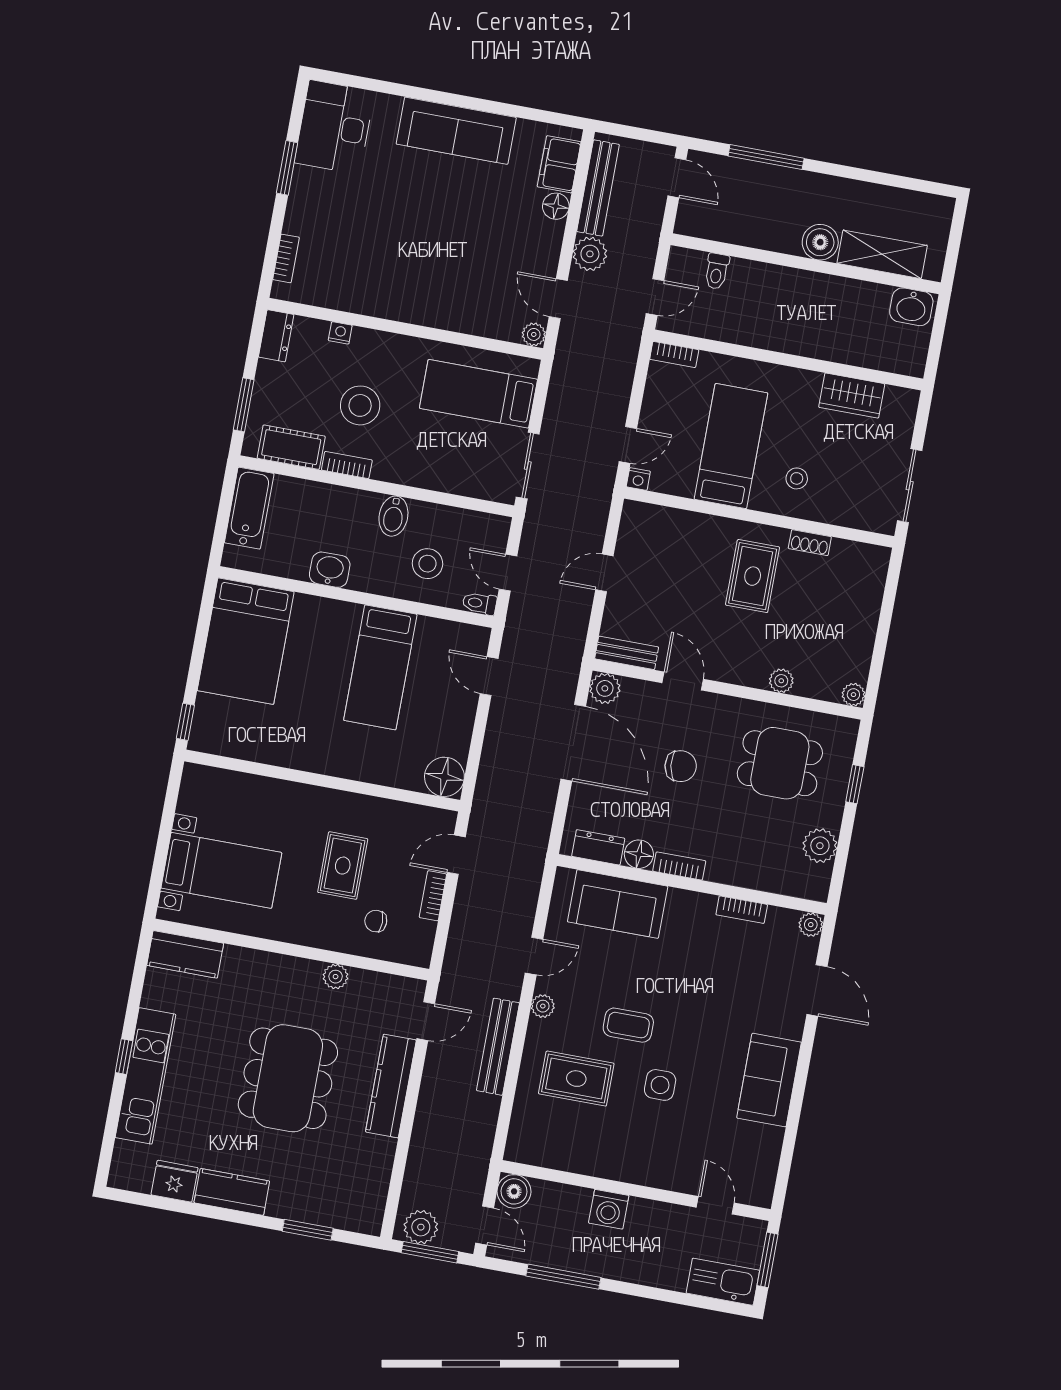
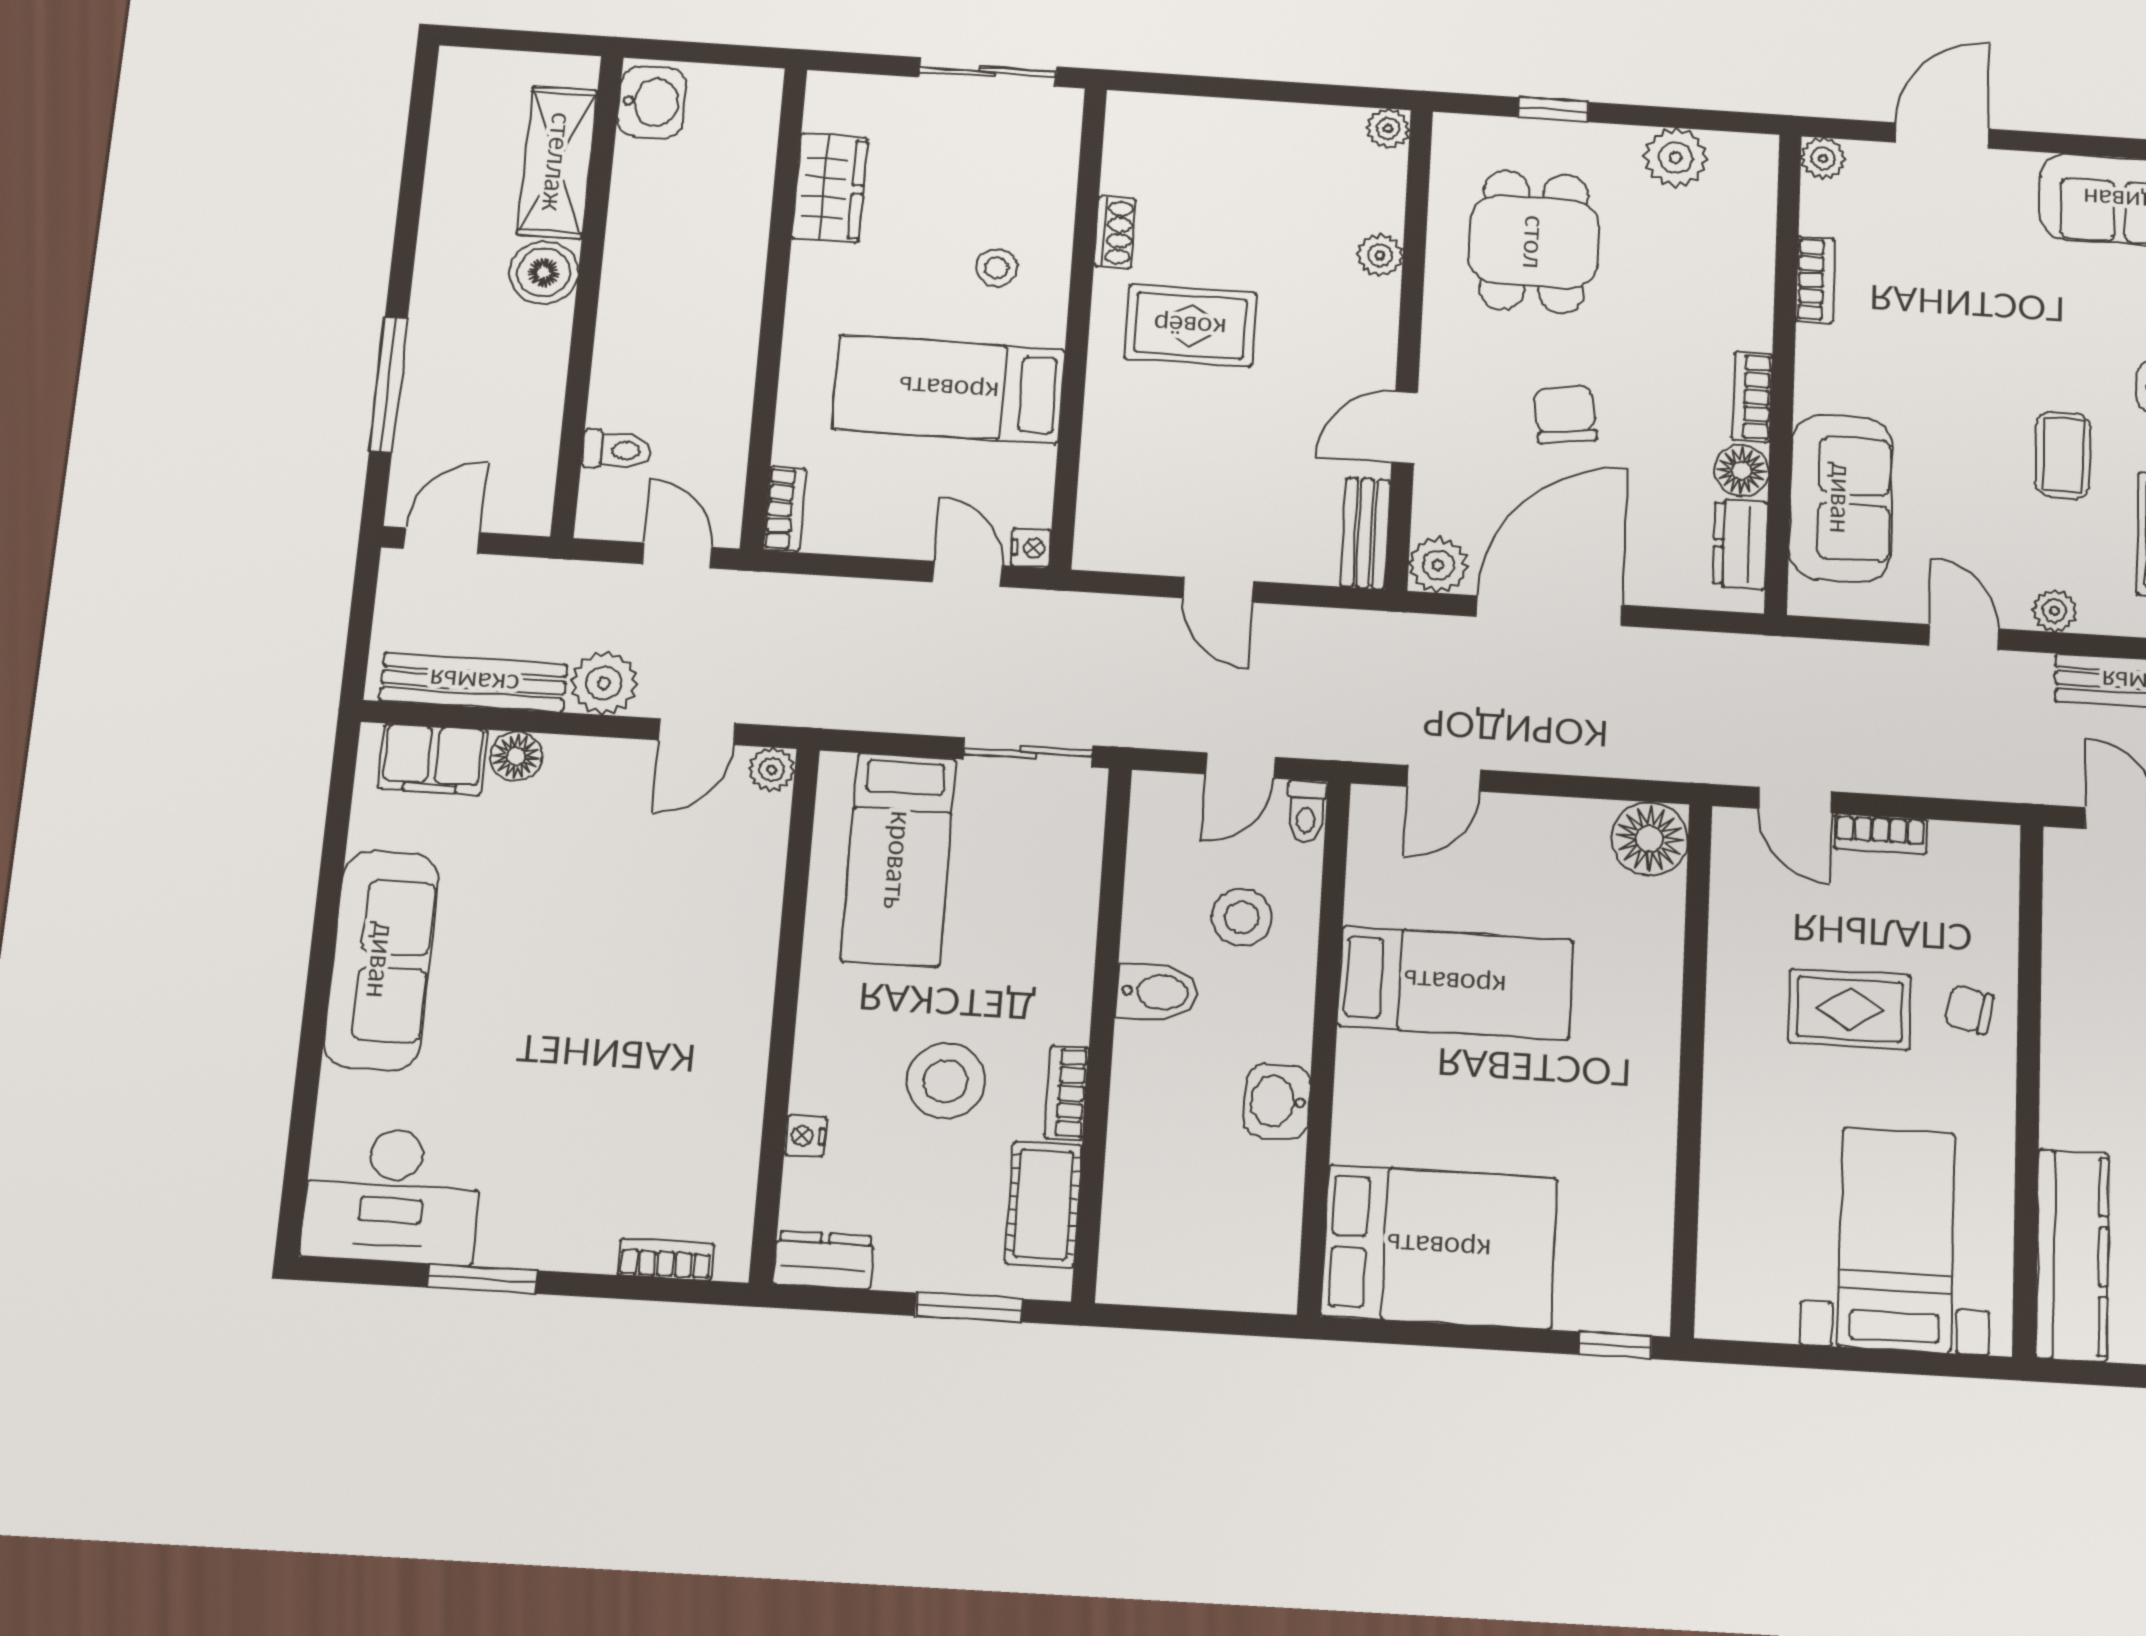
bathtub: (249, 508) -> (1175, 1272), removed
chair: (376, 921) -> (1969, 1010), moved, turned 102
kitchen counter: (185, 954) -> (2072, 1255), width x1.50
plant: (336, 977) -> (2065, 998), removed

